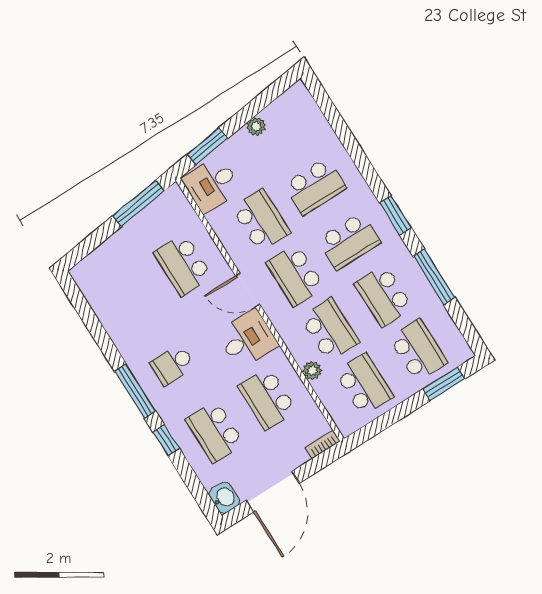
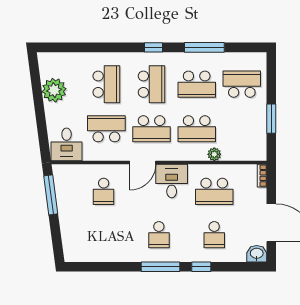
plant: (256, 127) -> (54, 90), width x1.87, depth x1.87
window: (207, 146) -> (43, 133), removed
window: (395, 215) -> (154, 47), width x0.67
school desk: (183, 265) -> (104, 191), width x0.54
school desk: (330, 330) -> (197, 129), turned 180
school desk: (364, 384) -> (242, 129), removed
window: (444, 384) -> (271, 119), moved
school desk: (215, 432) -> (214, 235), width x0.54

